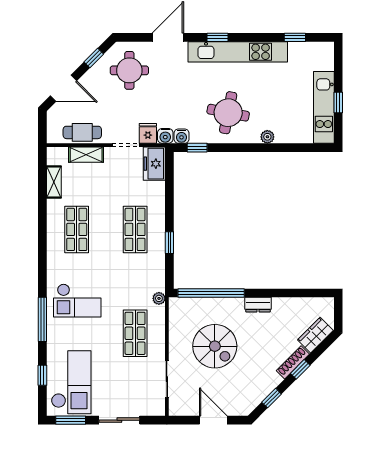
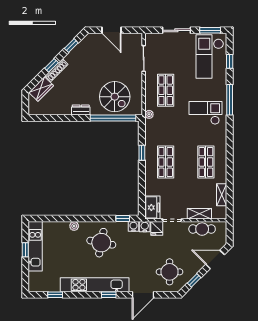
spiral stairs: (215, 346) -> (115, 97), moved, turned 180

